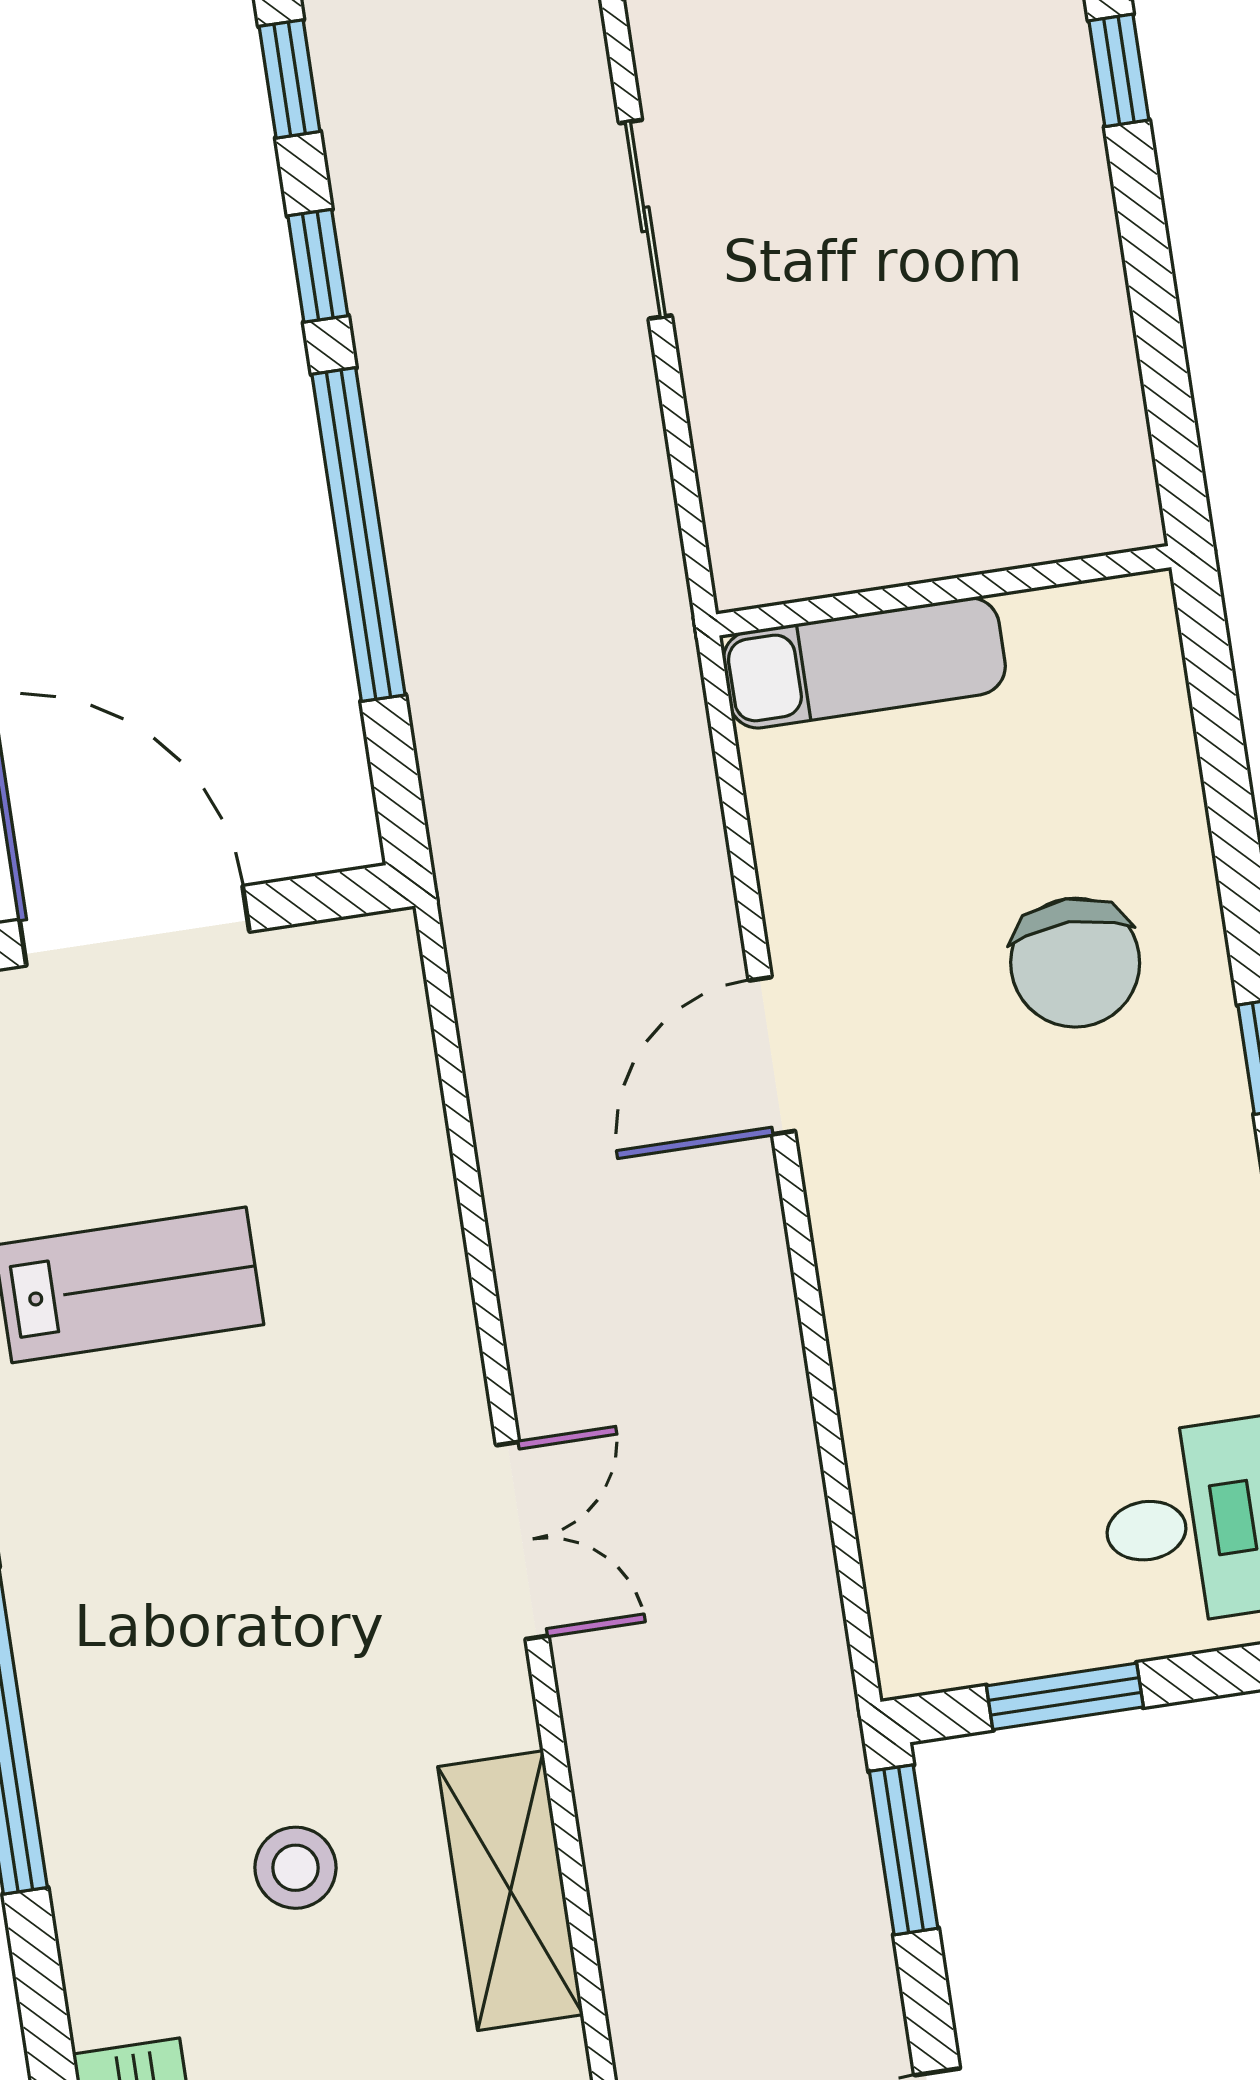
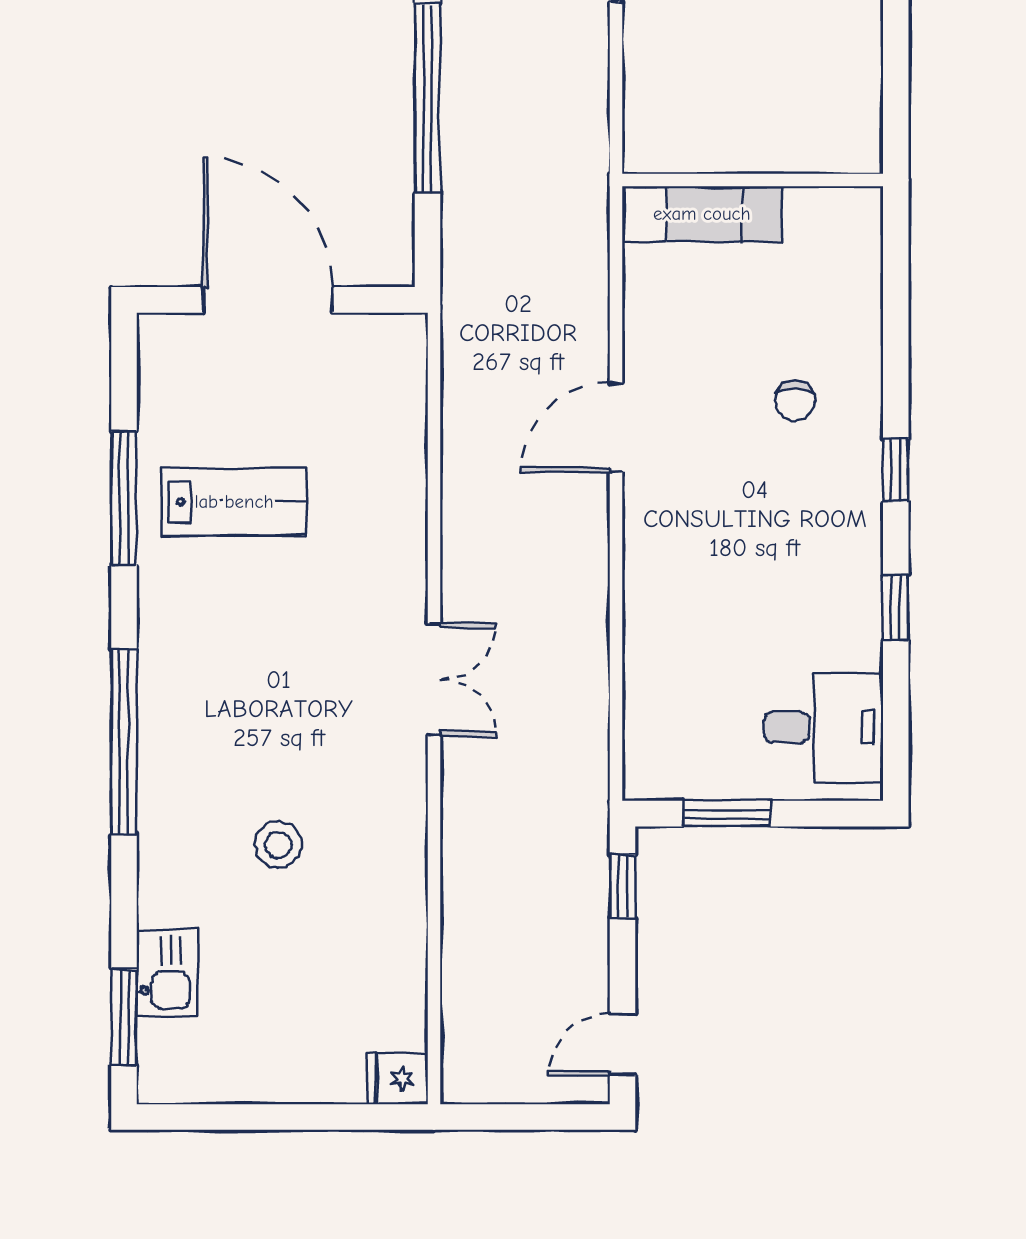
chair: (1075, 963) -> (795, 401), width x0.54, depth x0.54
window: (904, 1850) -> (623, 886), width x0.67
shelving: (510, 1891) -> (397, 876), removed

